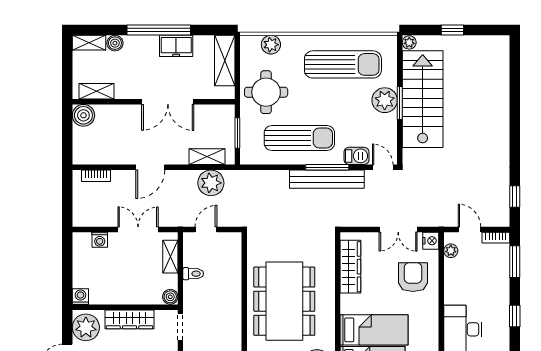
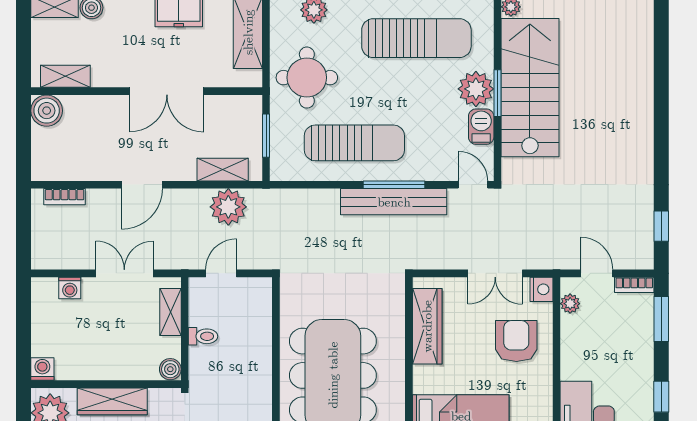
barbecue: (356, 156) -> (481, 127), moved, turned -90

